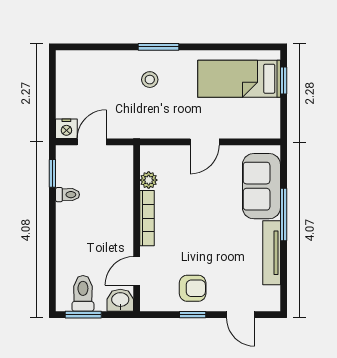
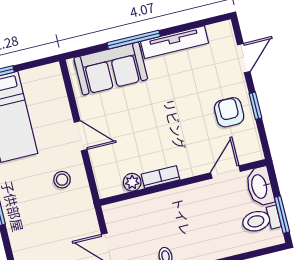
stool: (150, 80) -> (62, 180), moved
bookcase: (147, 218) -> (160, 177), width x0.64
door: (137, 271) -> (225, 172), swing flipped
washbasin: (120, 300) -> (260, 186), width x1.38

